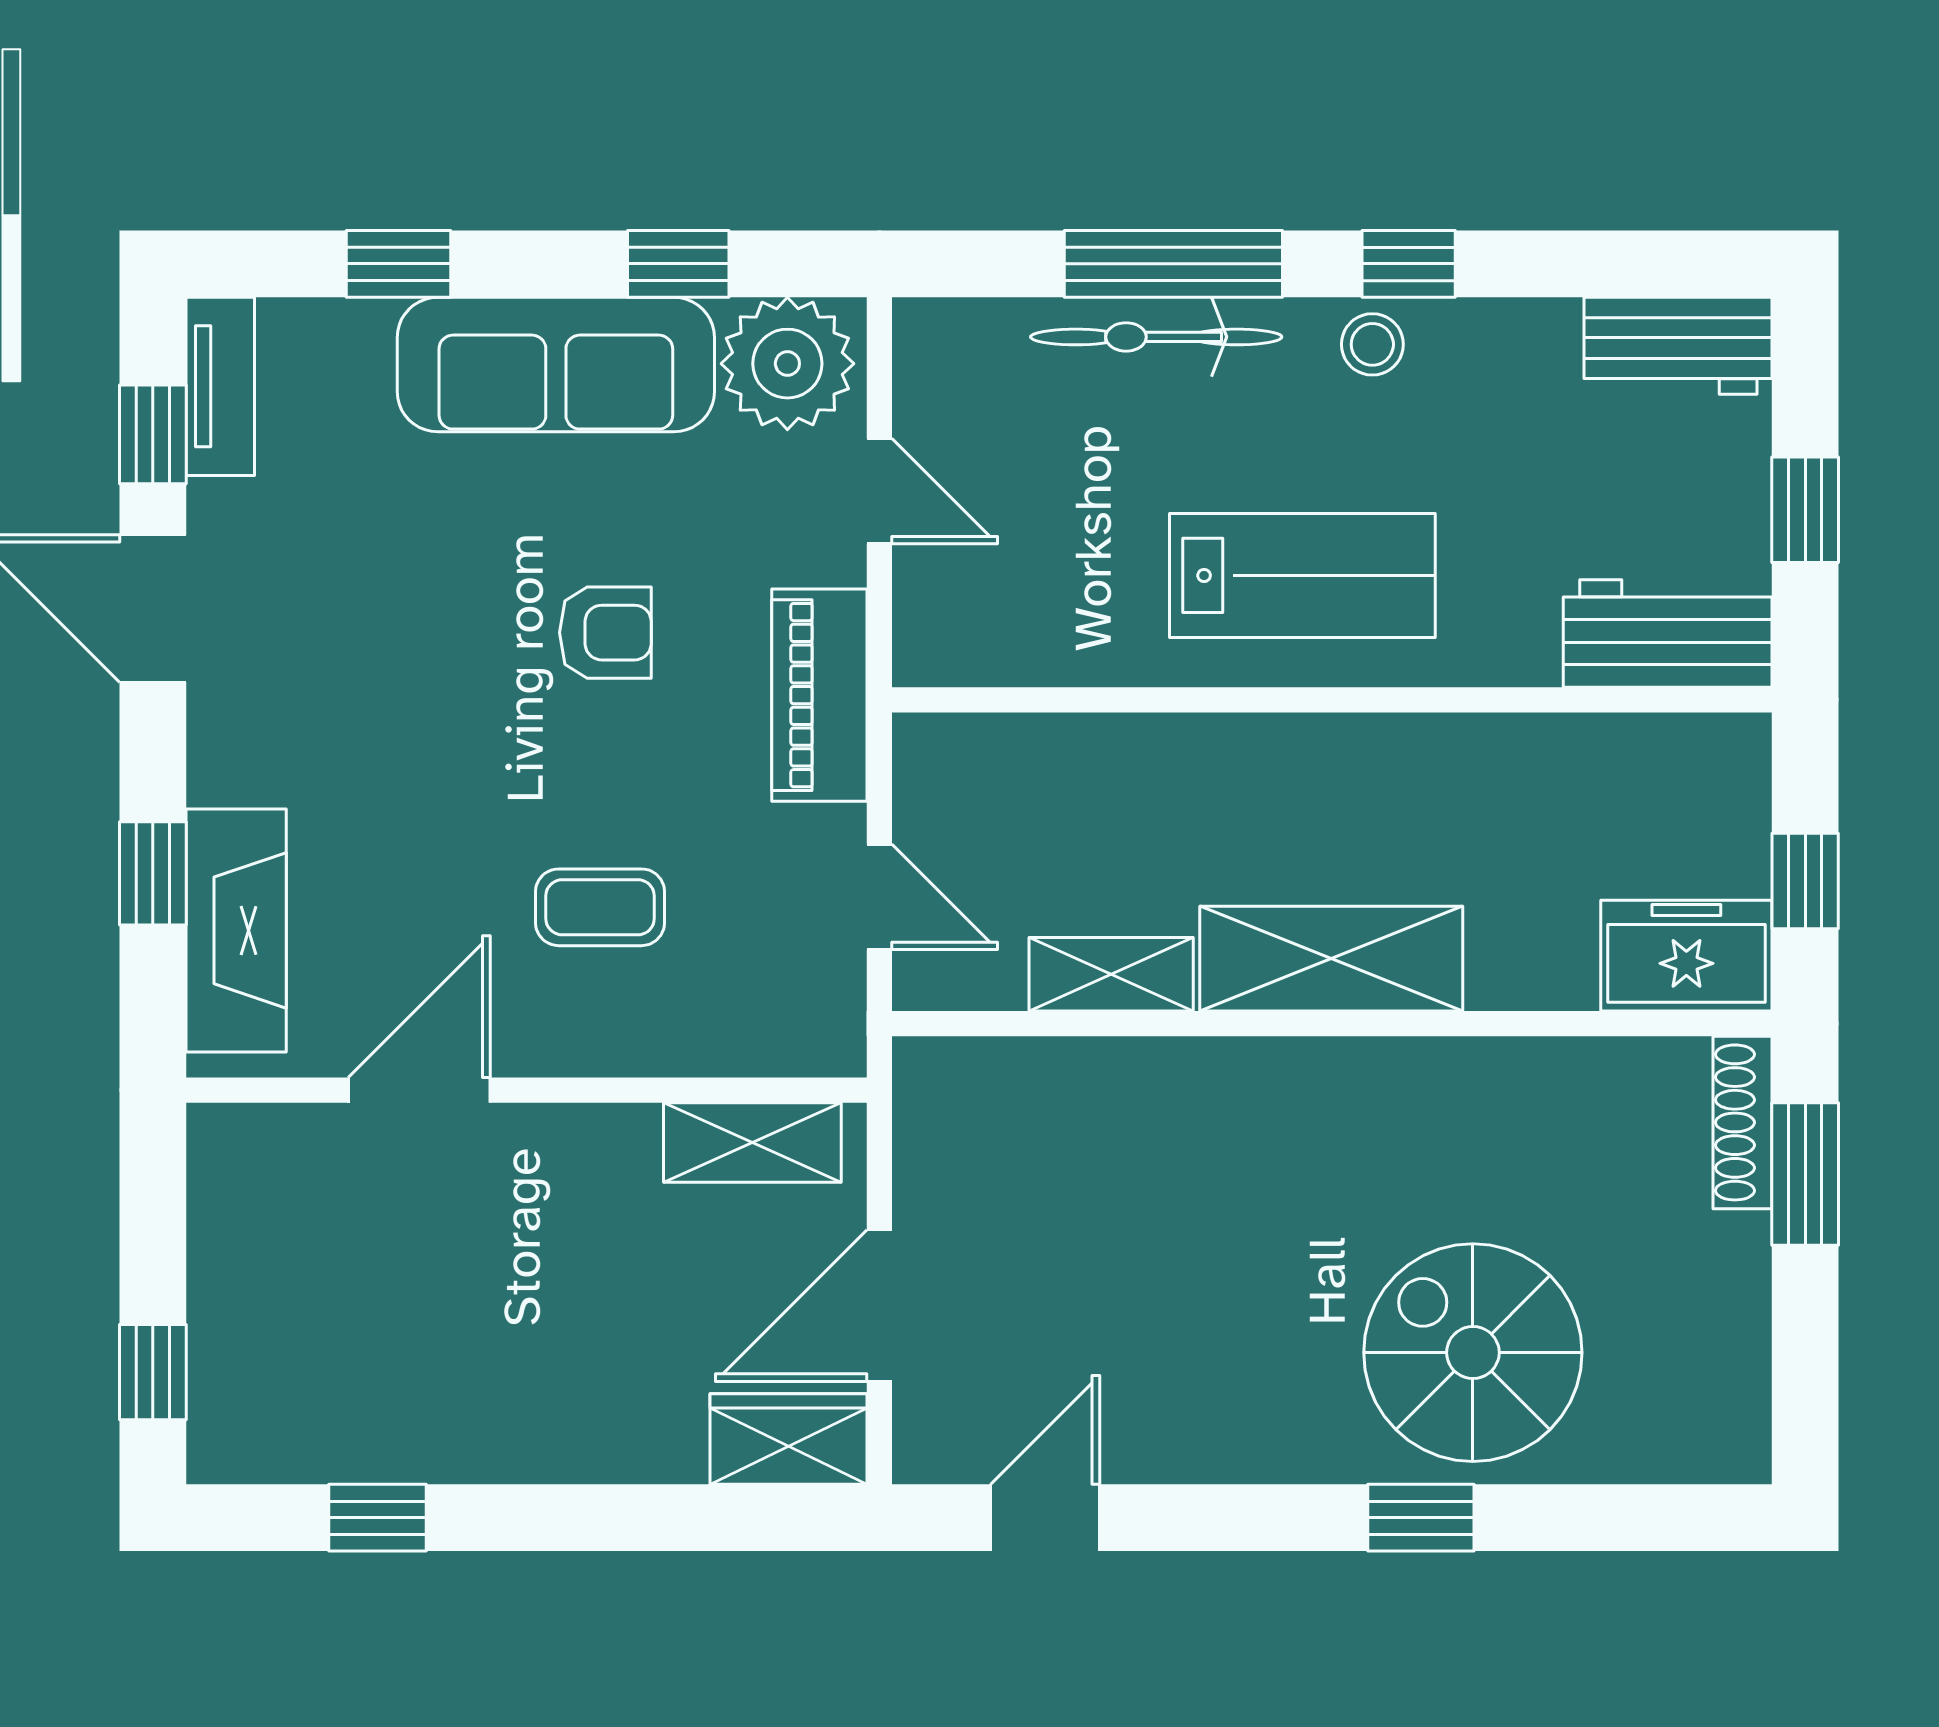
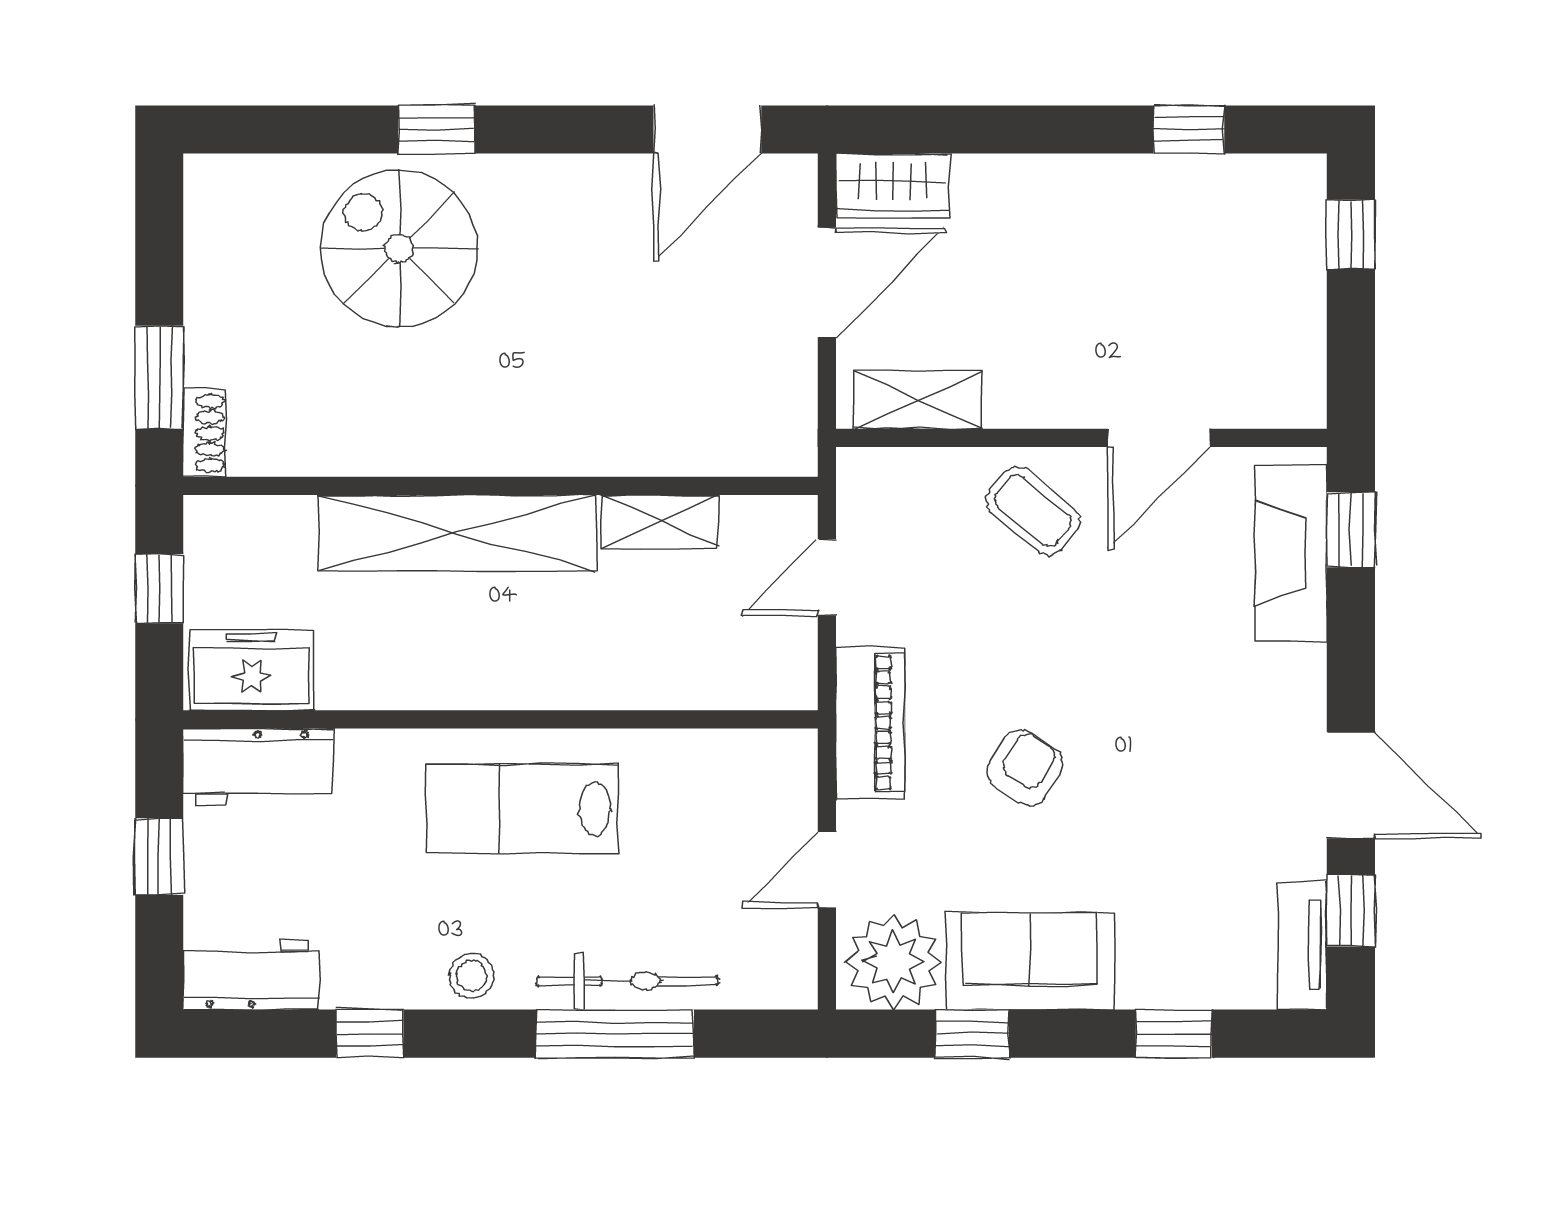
window: (1409, 264) -> (370, 1034), moved
sofa: (556, 365) -> (1030, 961), width x0.73
door: (879, 491) -> (827, 870), hinge flipped
armchair: (605, 633) -> (1025, 768), turned 123
window: (153, 873) -> (1351, 530), moved
door: (879, 897) -> (827, 577), hinge flipped
coffee table: (600, 907) -> (1033, 511), moved, turned 40
freezer: (1686, 956) -> (251, 670), moved, turned 180
shelving: (1331, 959) -> (457, 533), width x1.47
shoe rack: (1743, 1122) -> (204, 433), width x0.70
spiral stairs: (1473, 1353) -> (399, 249), turned 180
door: (1045, 1518) -> (707, 130), width x1.38

